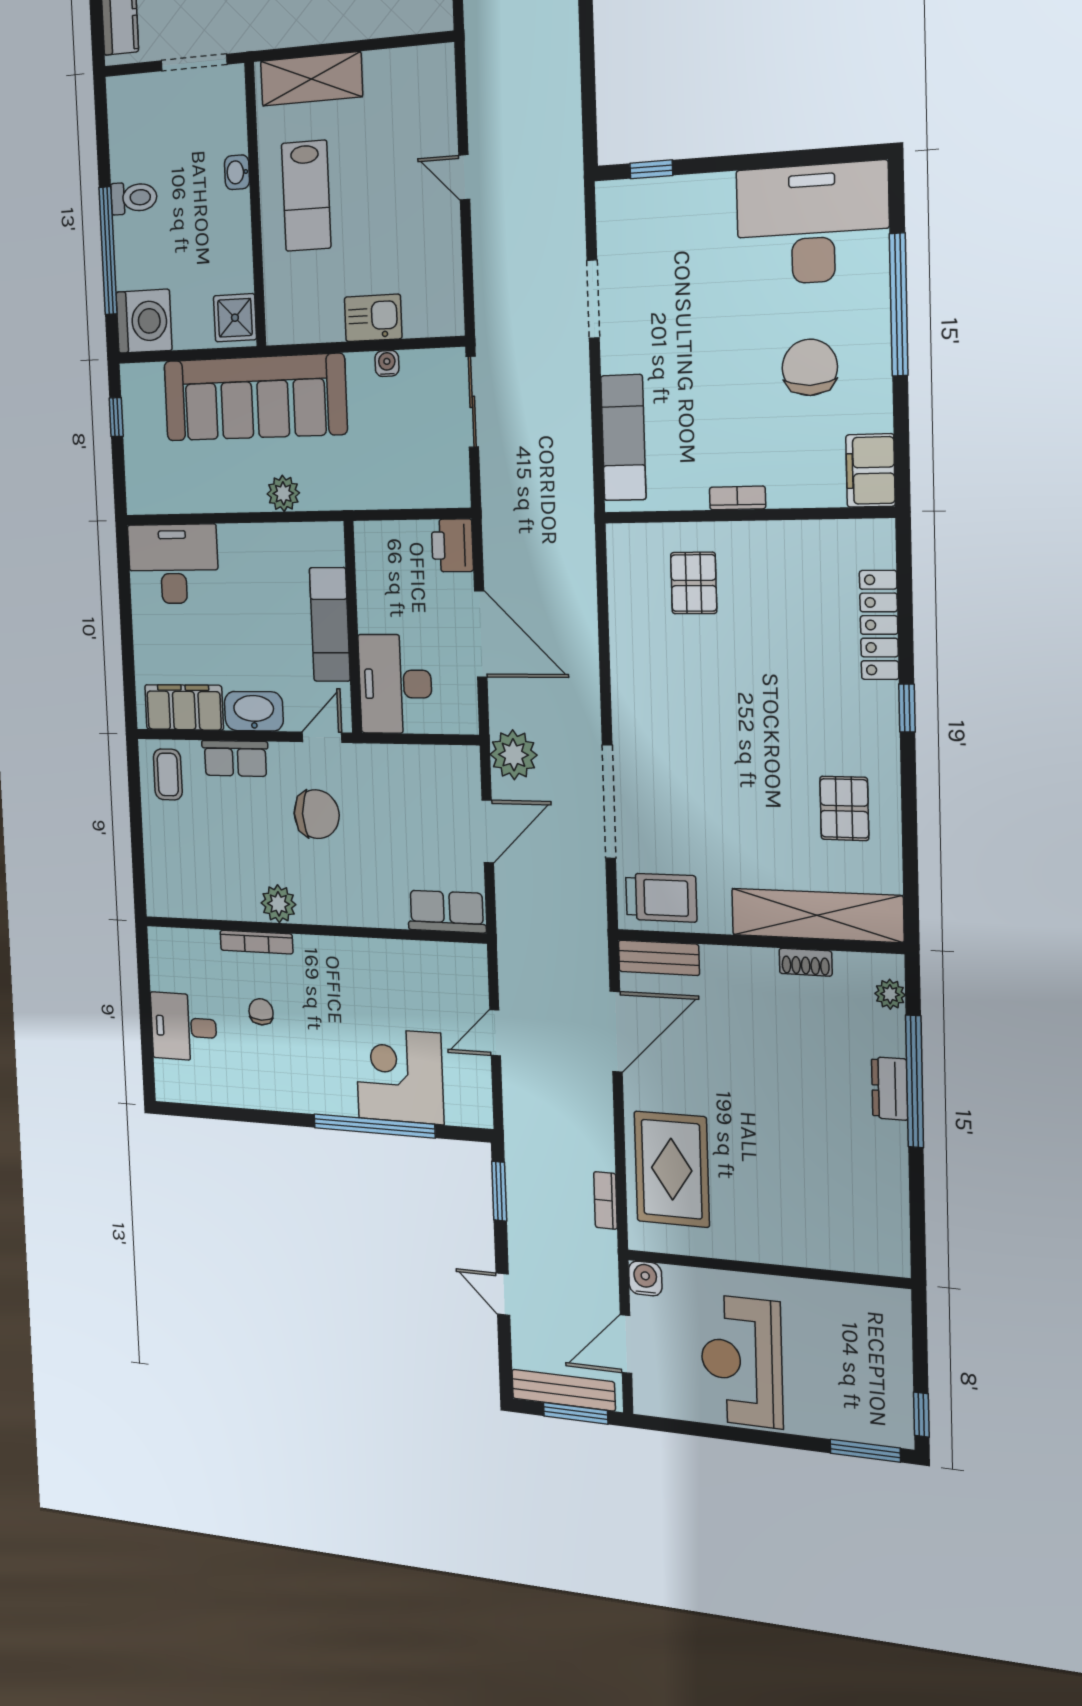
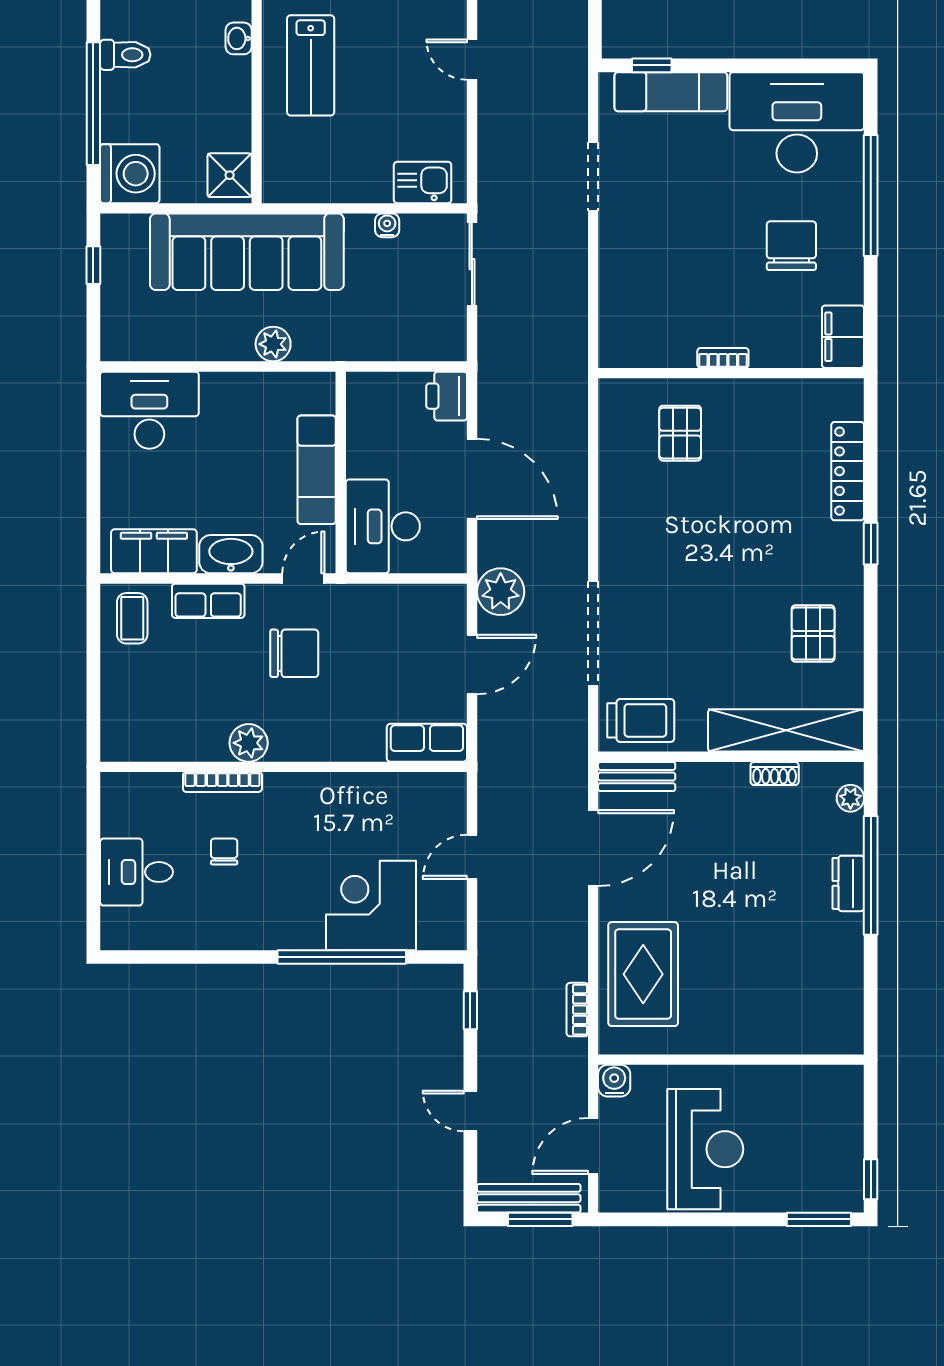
kitchen sink: (373, 318) -> (423, 182), moved
exam couch: (623, 438) -> (671, 92), moved, turned 90
window: (499, 1191) -> (470, 1010), width x0.67
reception desk: (742, 1361) -> (705, 1149), turned 180

